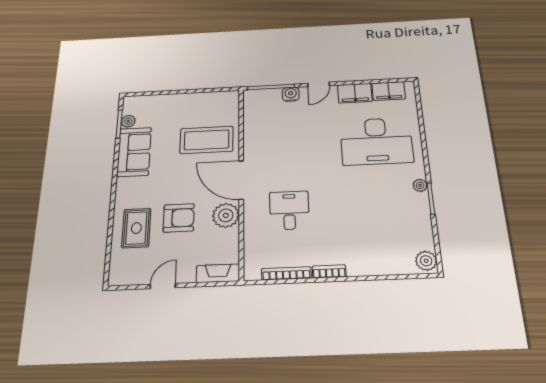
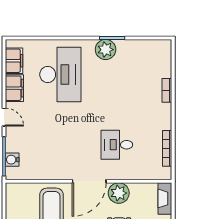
water cooler: (291, 94) -> (12, 160), moved
plant: (420, 185) -> (106, 50), width x1.88, depth x1.88
plant: (426, 261) -> (162, 47), removed
bookcase: (329, 271) -> (167, 90), moved

